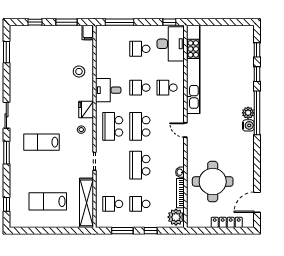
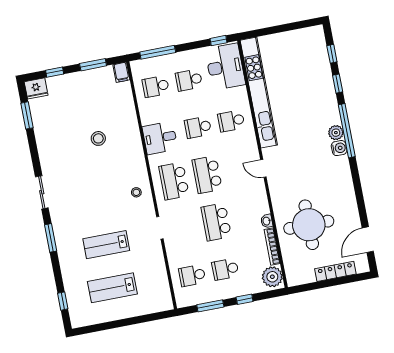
school desk: (113, 49) -> (156, 86), added
stool: (79, 71) -> (98, 138), moved
fridge: (86, 109) -> (36, 88), moved, turned -90
lab bench: (41, 142) -> (106, 245), moved
shelving: (87, 203) -> (160, 280), removed

